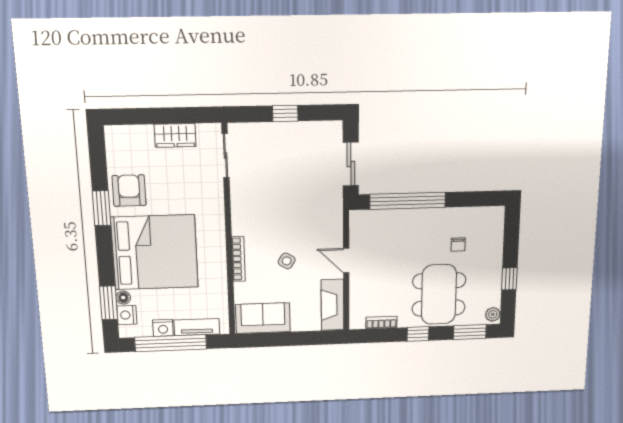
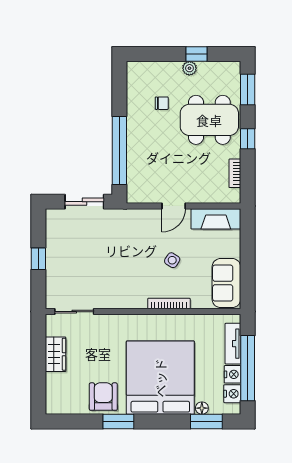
armchair: (129, 191) -> (103, 397), turned 90
plant: (493, 314) -> (189, 68), moved
nightstand: (127, 315) -> (232, 394), moved, turned -90

